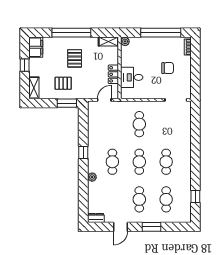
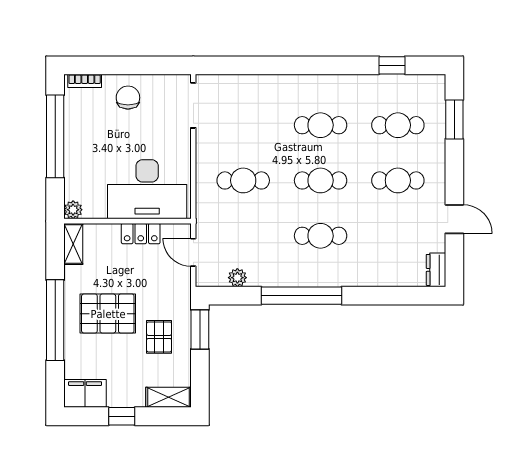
pallet: (75, 58) -> (108, 314), width x1.50, depth x1.42
chair: (168, 68) -> (128, 98), moved
desk: (132, 77) -> (147, 189), width x1.87, depth x1.30
window: (83, 152) -> (301, 296), width x3.17
plant: (92, 177) -> (237, 278), moved
window: (152, 227) -> (454, 119), moved

